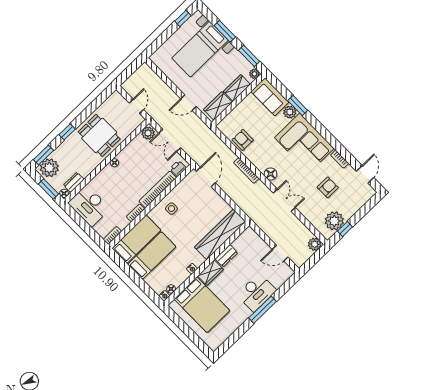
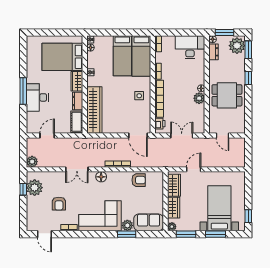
plant: (148, 133) -> (199, 98), moved
cot: (244, 240) -> (77, 122), added

